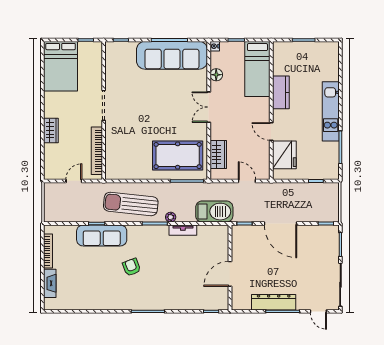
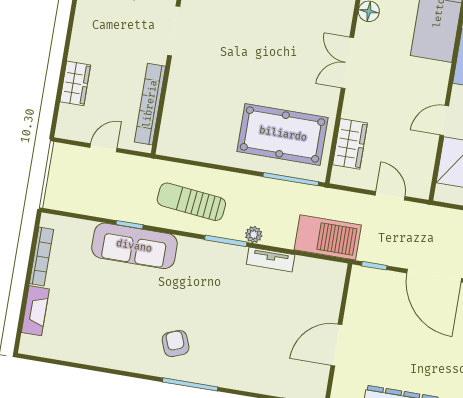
wardrobe: (51, 130) -> (75, 83), moved
door: (271, 131) -> (444, 120), hinge flipped
sun lounger: (131, 204) -> (191, 202), width x0.73, depth x0.75
armchair: (132, 267) -> (176, 343), moved

